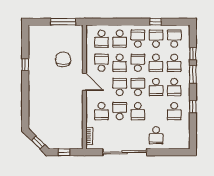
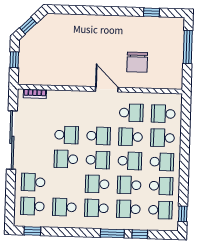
window: (63, 22) -> (188, 47), moved
window: (156, 22) -> (183, 214), moved
chair: (63, 59) -> (137, 62), turned 91
window: (25, 65) -> (152, 12), moved
door: (84, 82) -> (107, 89), swing flipped
window: (193, 106) -> (32, 231), moved
school desk: (101, 111) -> (32, 206), moved

